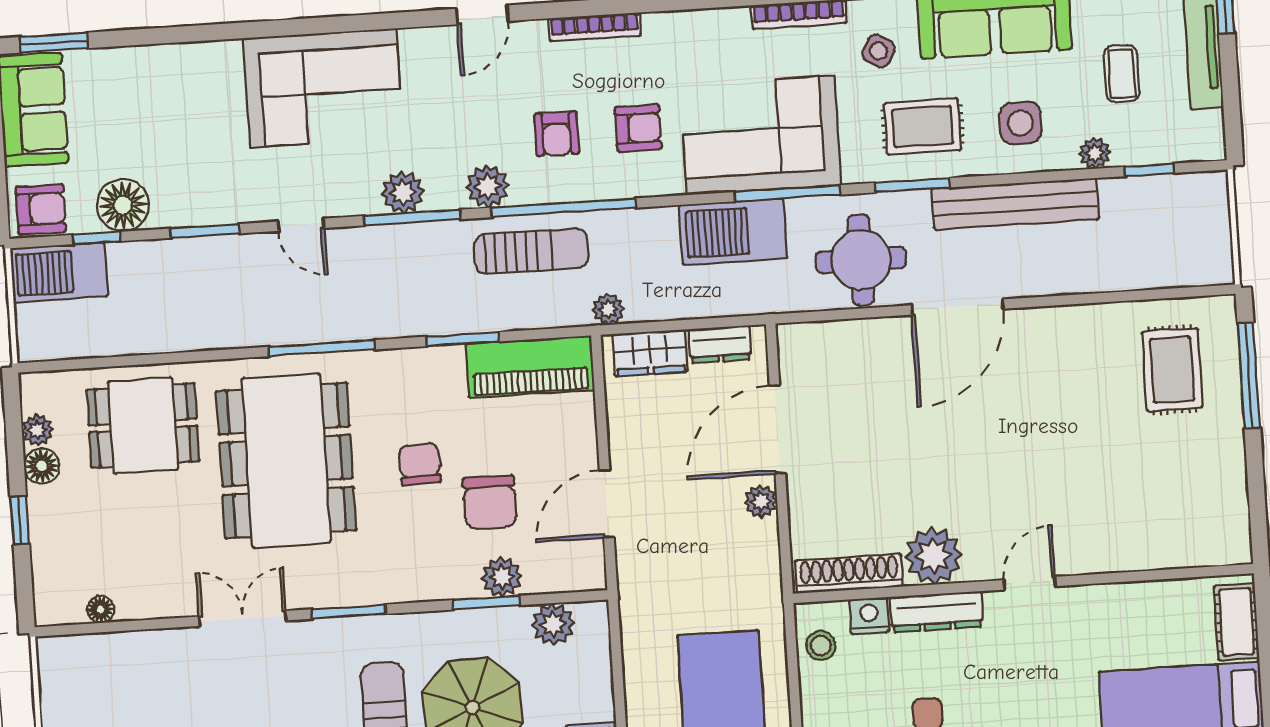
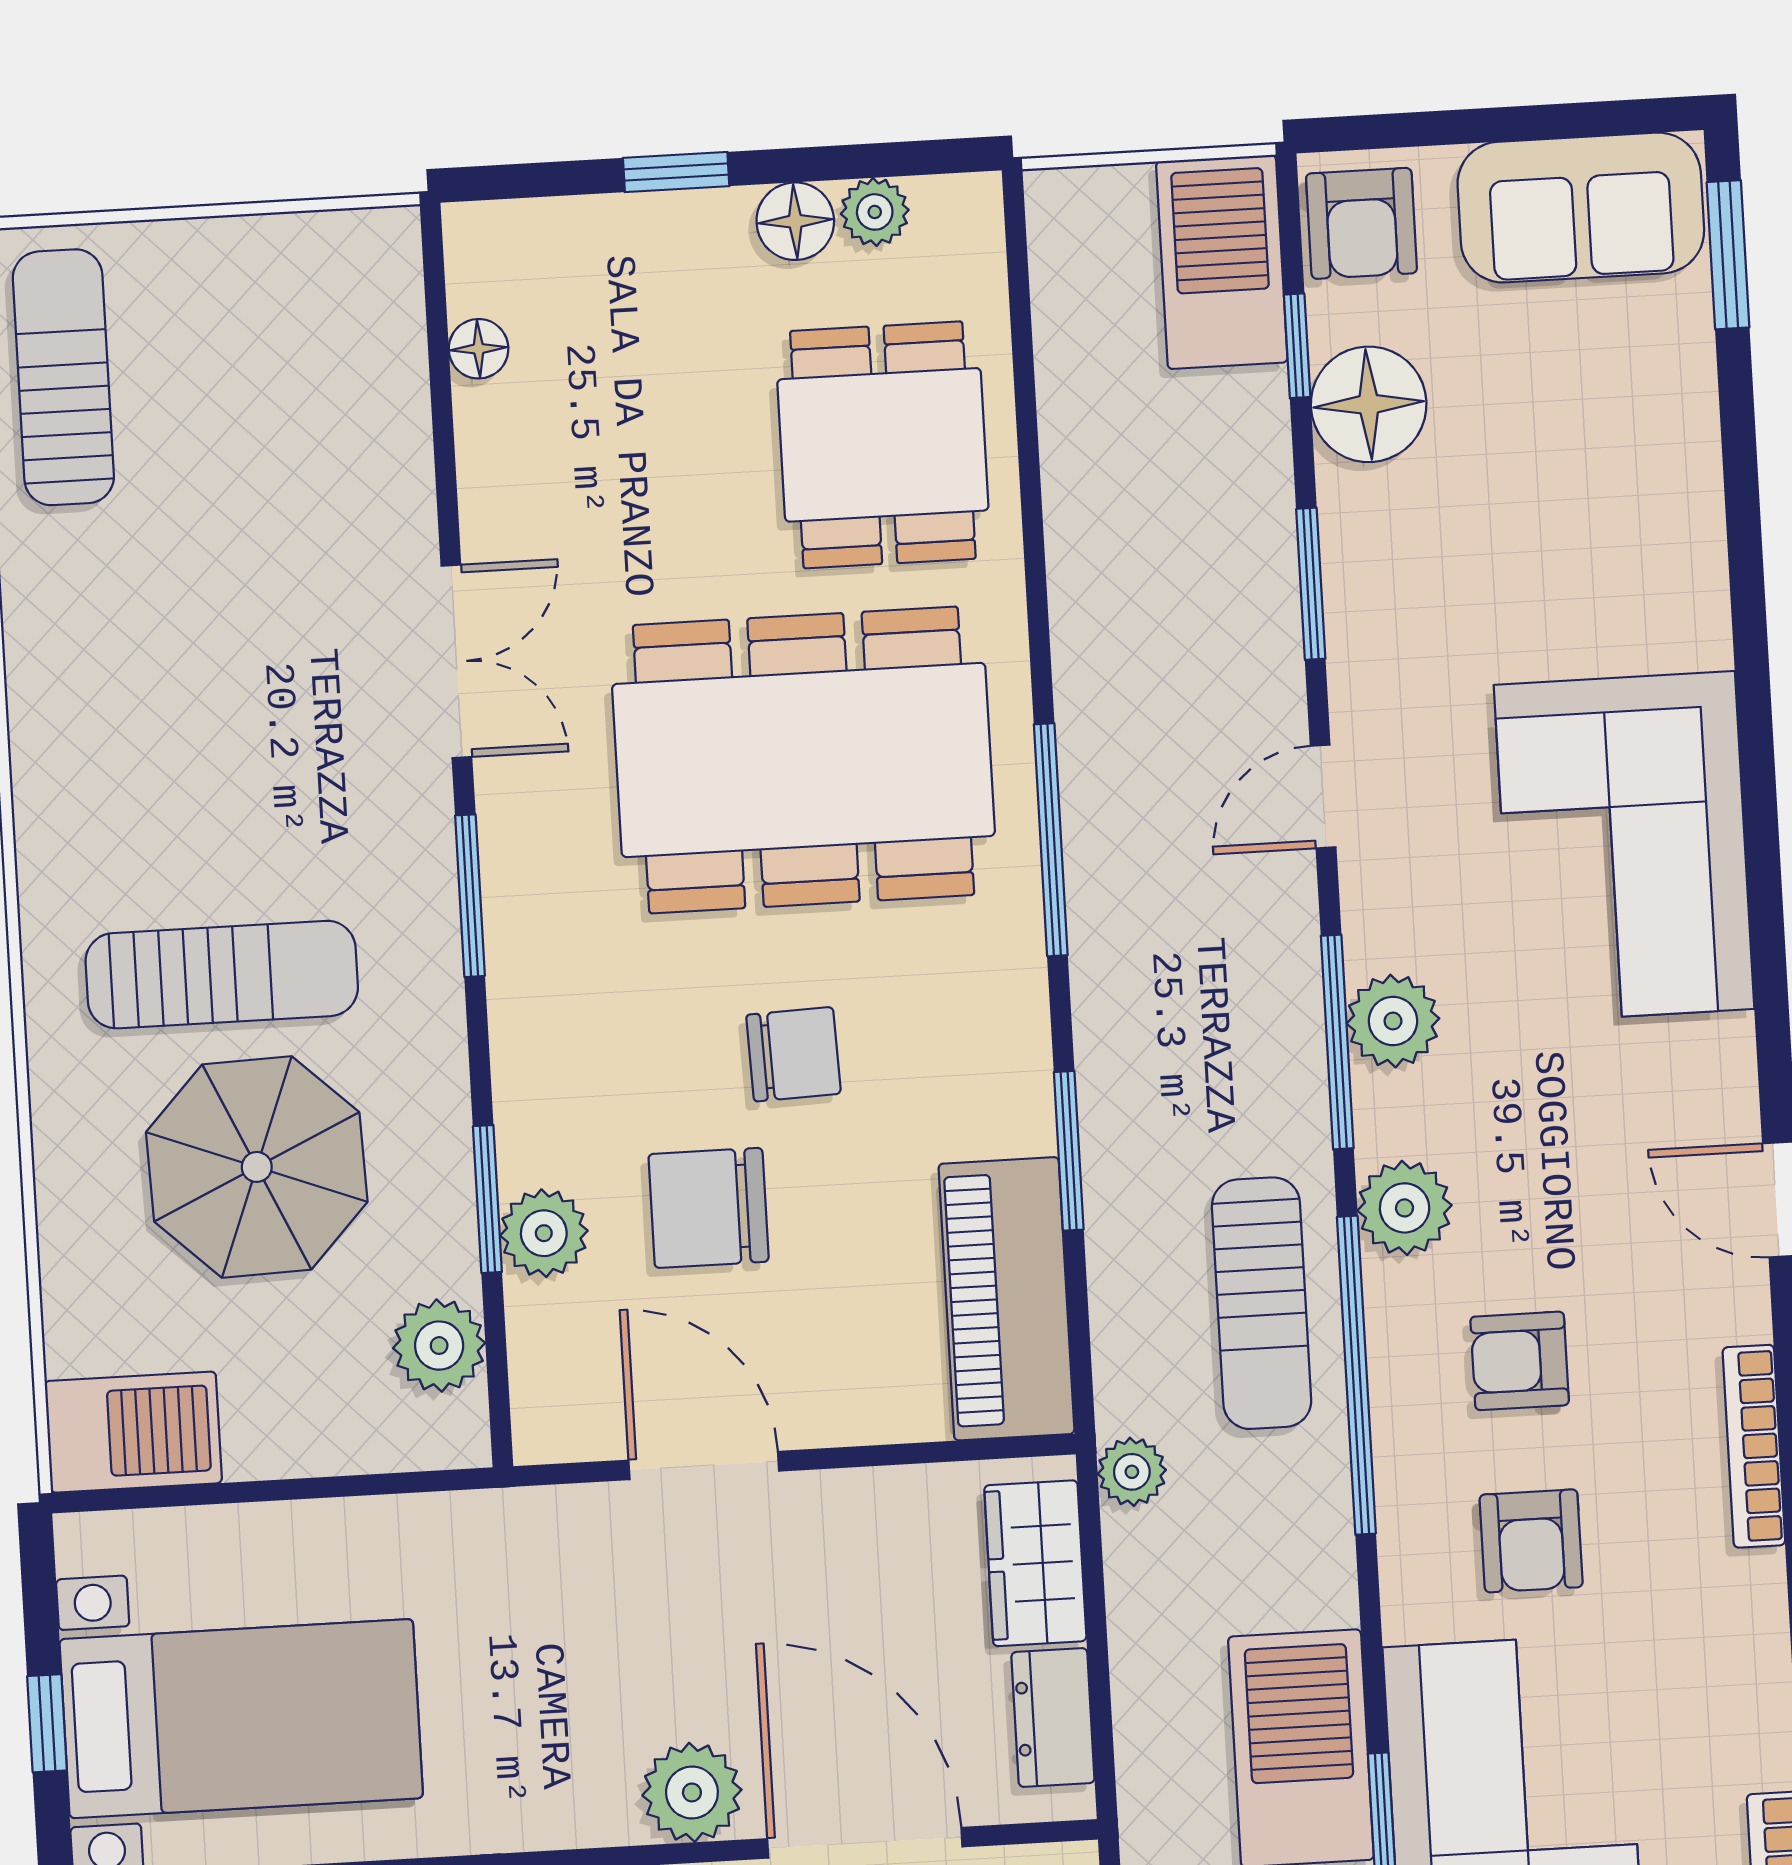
plant: (761, 501) -> (692, 1792), width x1.38, depth x1.38

